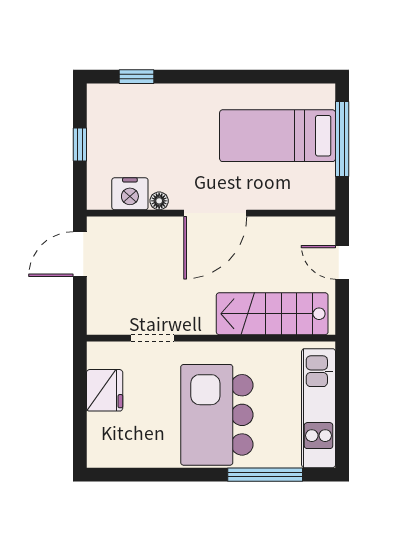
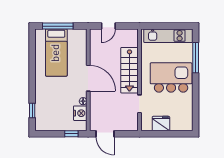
window: (80, 144) -> (71, 134), moved
stairs: (272, 314) -> (129, 70), moved
kitchen island: (217, 415) -> (171, 77), turned 180

